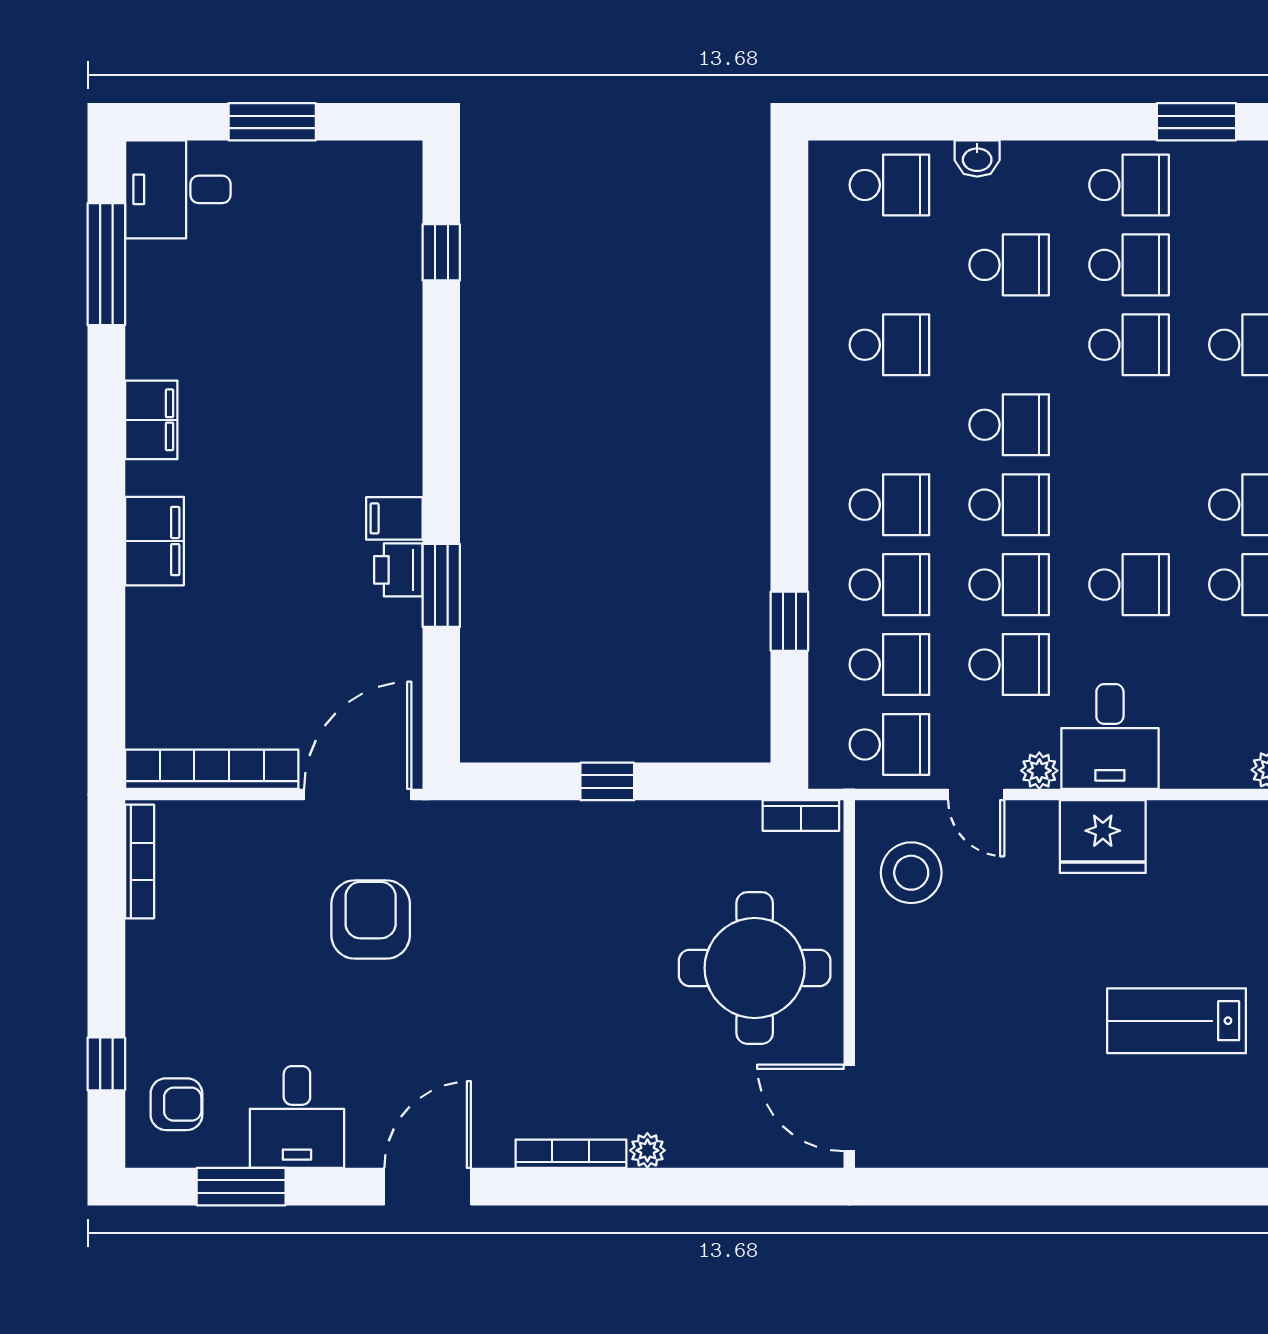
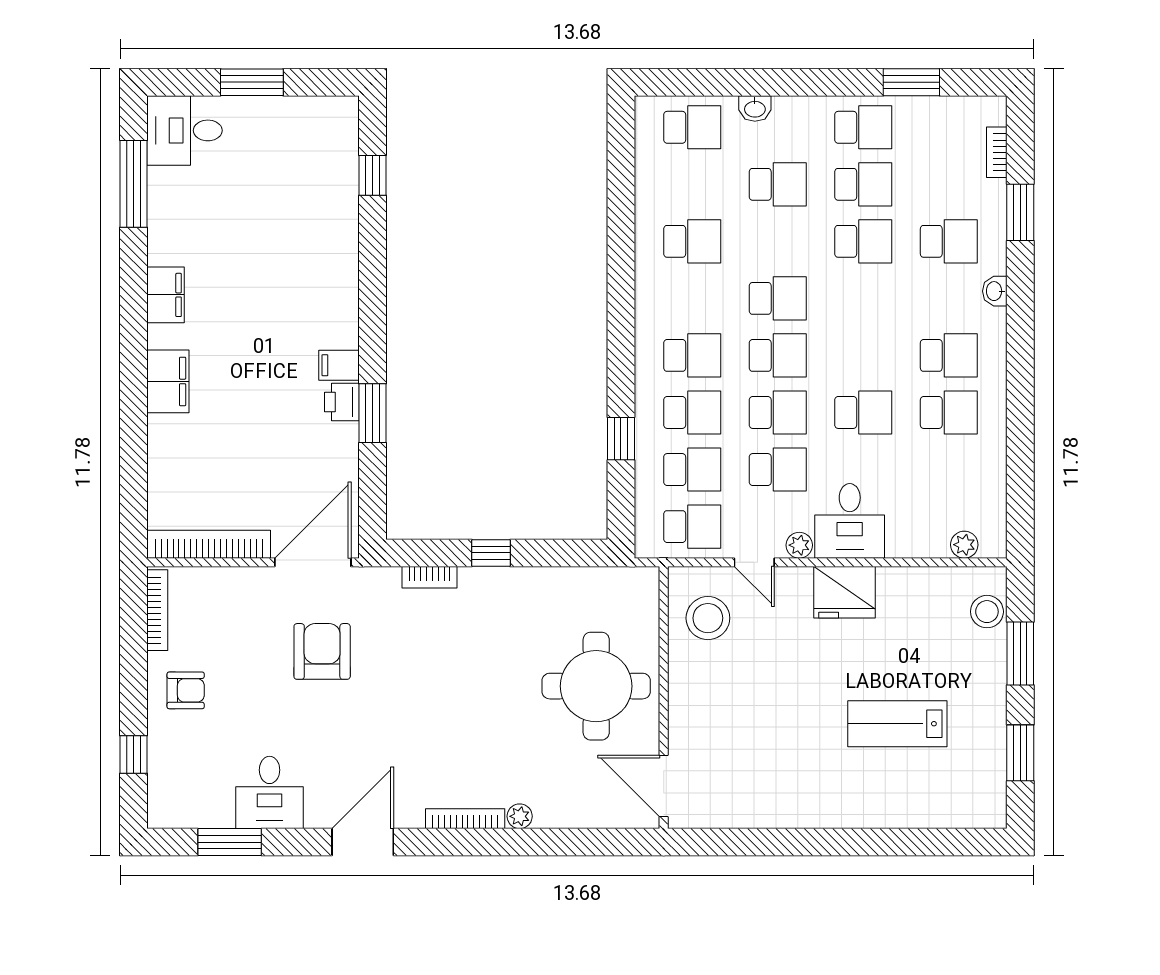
bookcase: (801, 815) -> (429, 577), moved
armchair: (176, 1104) -> (186, 690), moved

